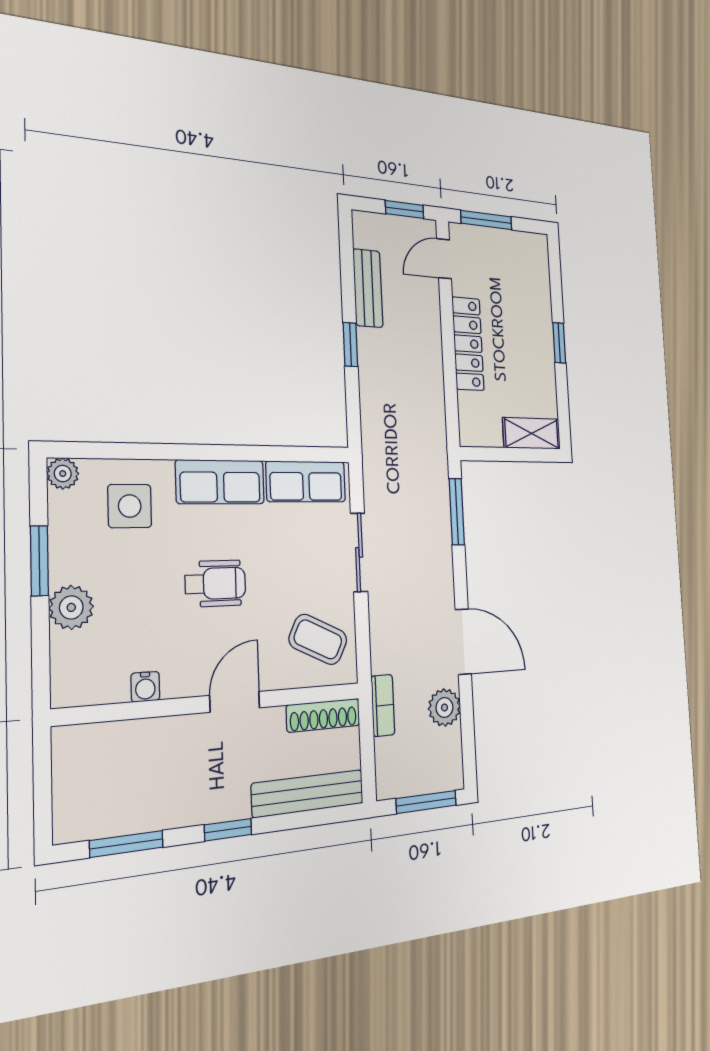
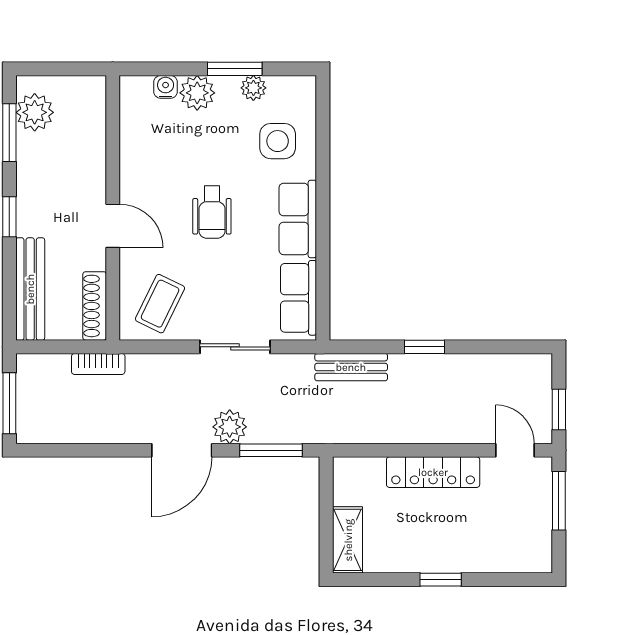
bench: (368, 288) -> (351, 367), moved
plant: (63, 474) -> (253, 88), moved
door: (463, 642) -> (182, 450), moved
water cooler: (145, 687) -> (166, 87), moved, turned 90
plant: (444, 708) -> (230, 427), moved
plant: (100, 814) -> (35, 112), added

